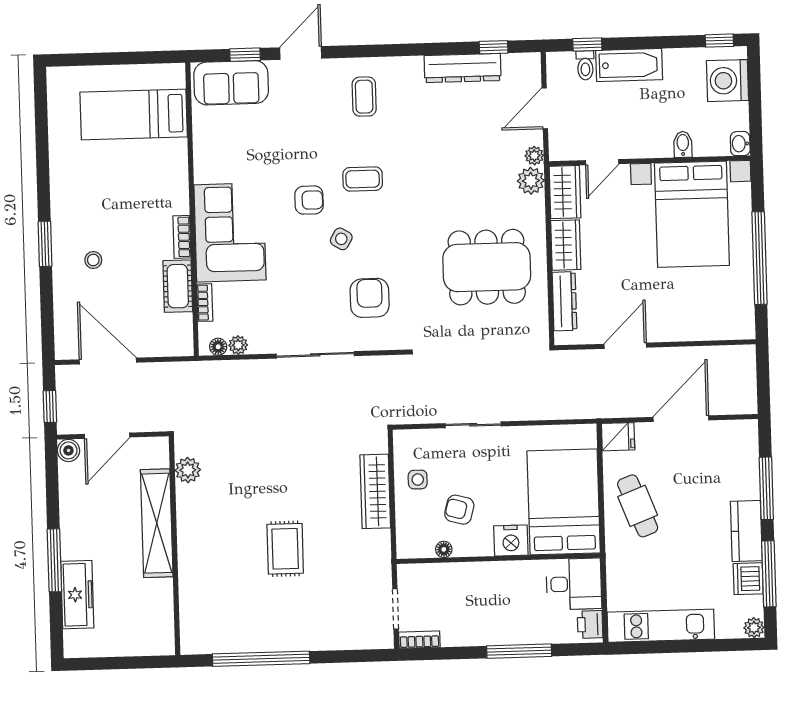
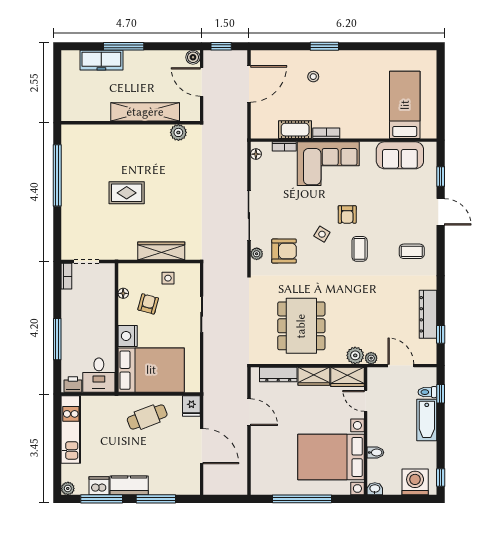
sofa: (231, 83) -> (400, 155), moved, turned -90
plant: (238, 345) -> (257, 254), moved

